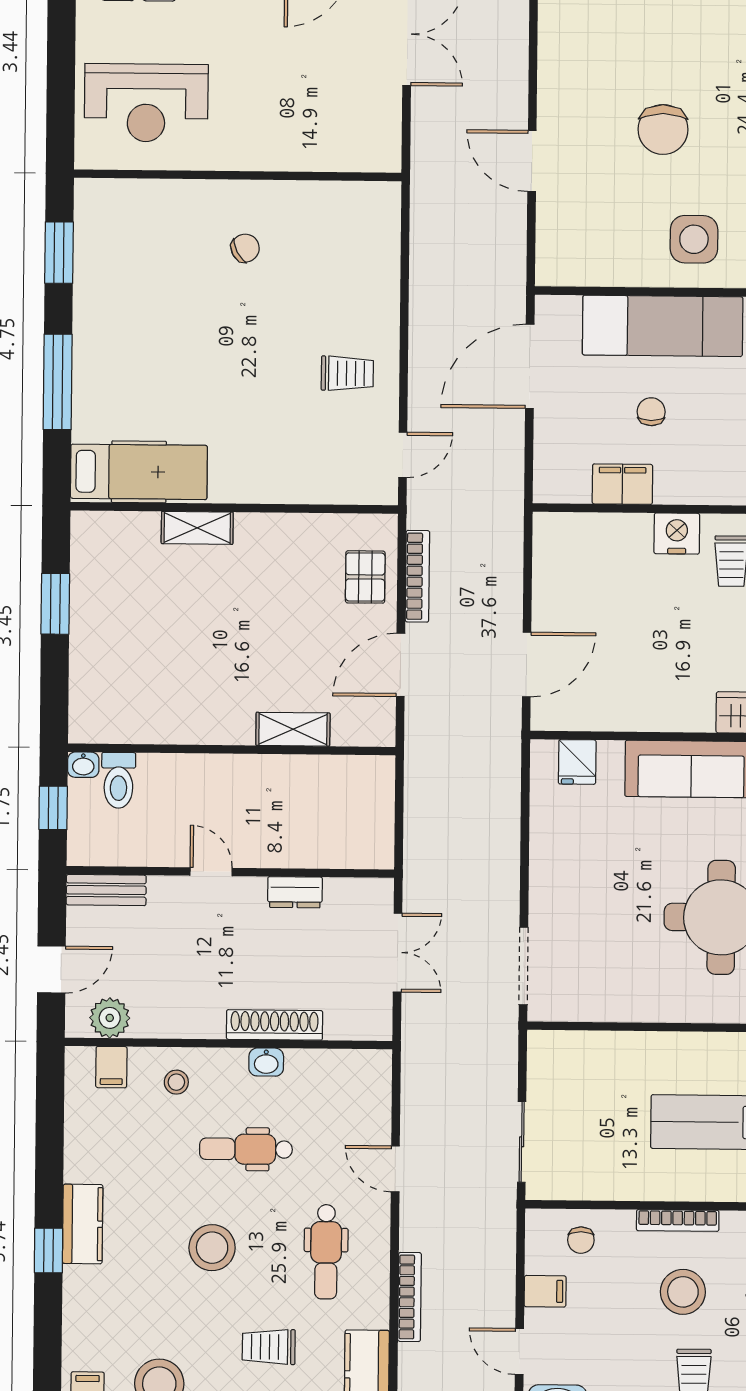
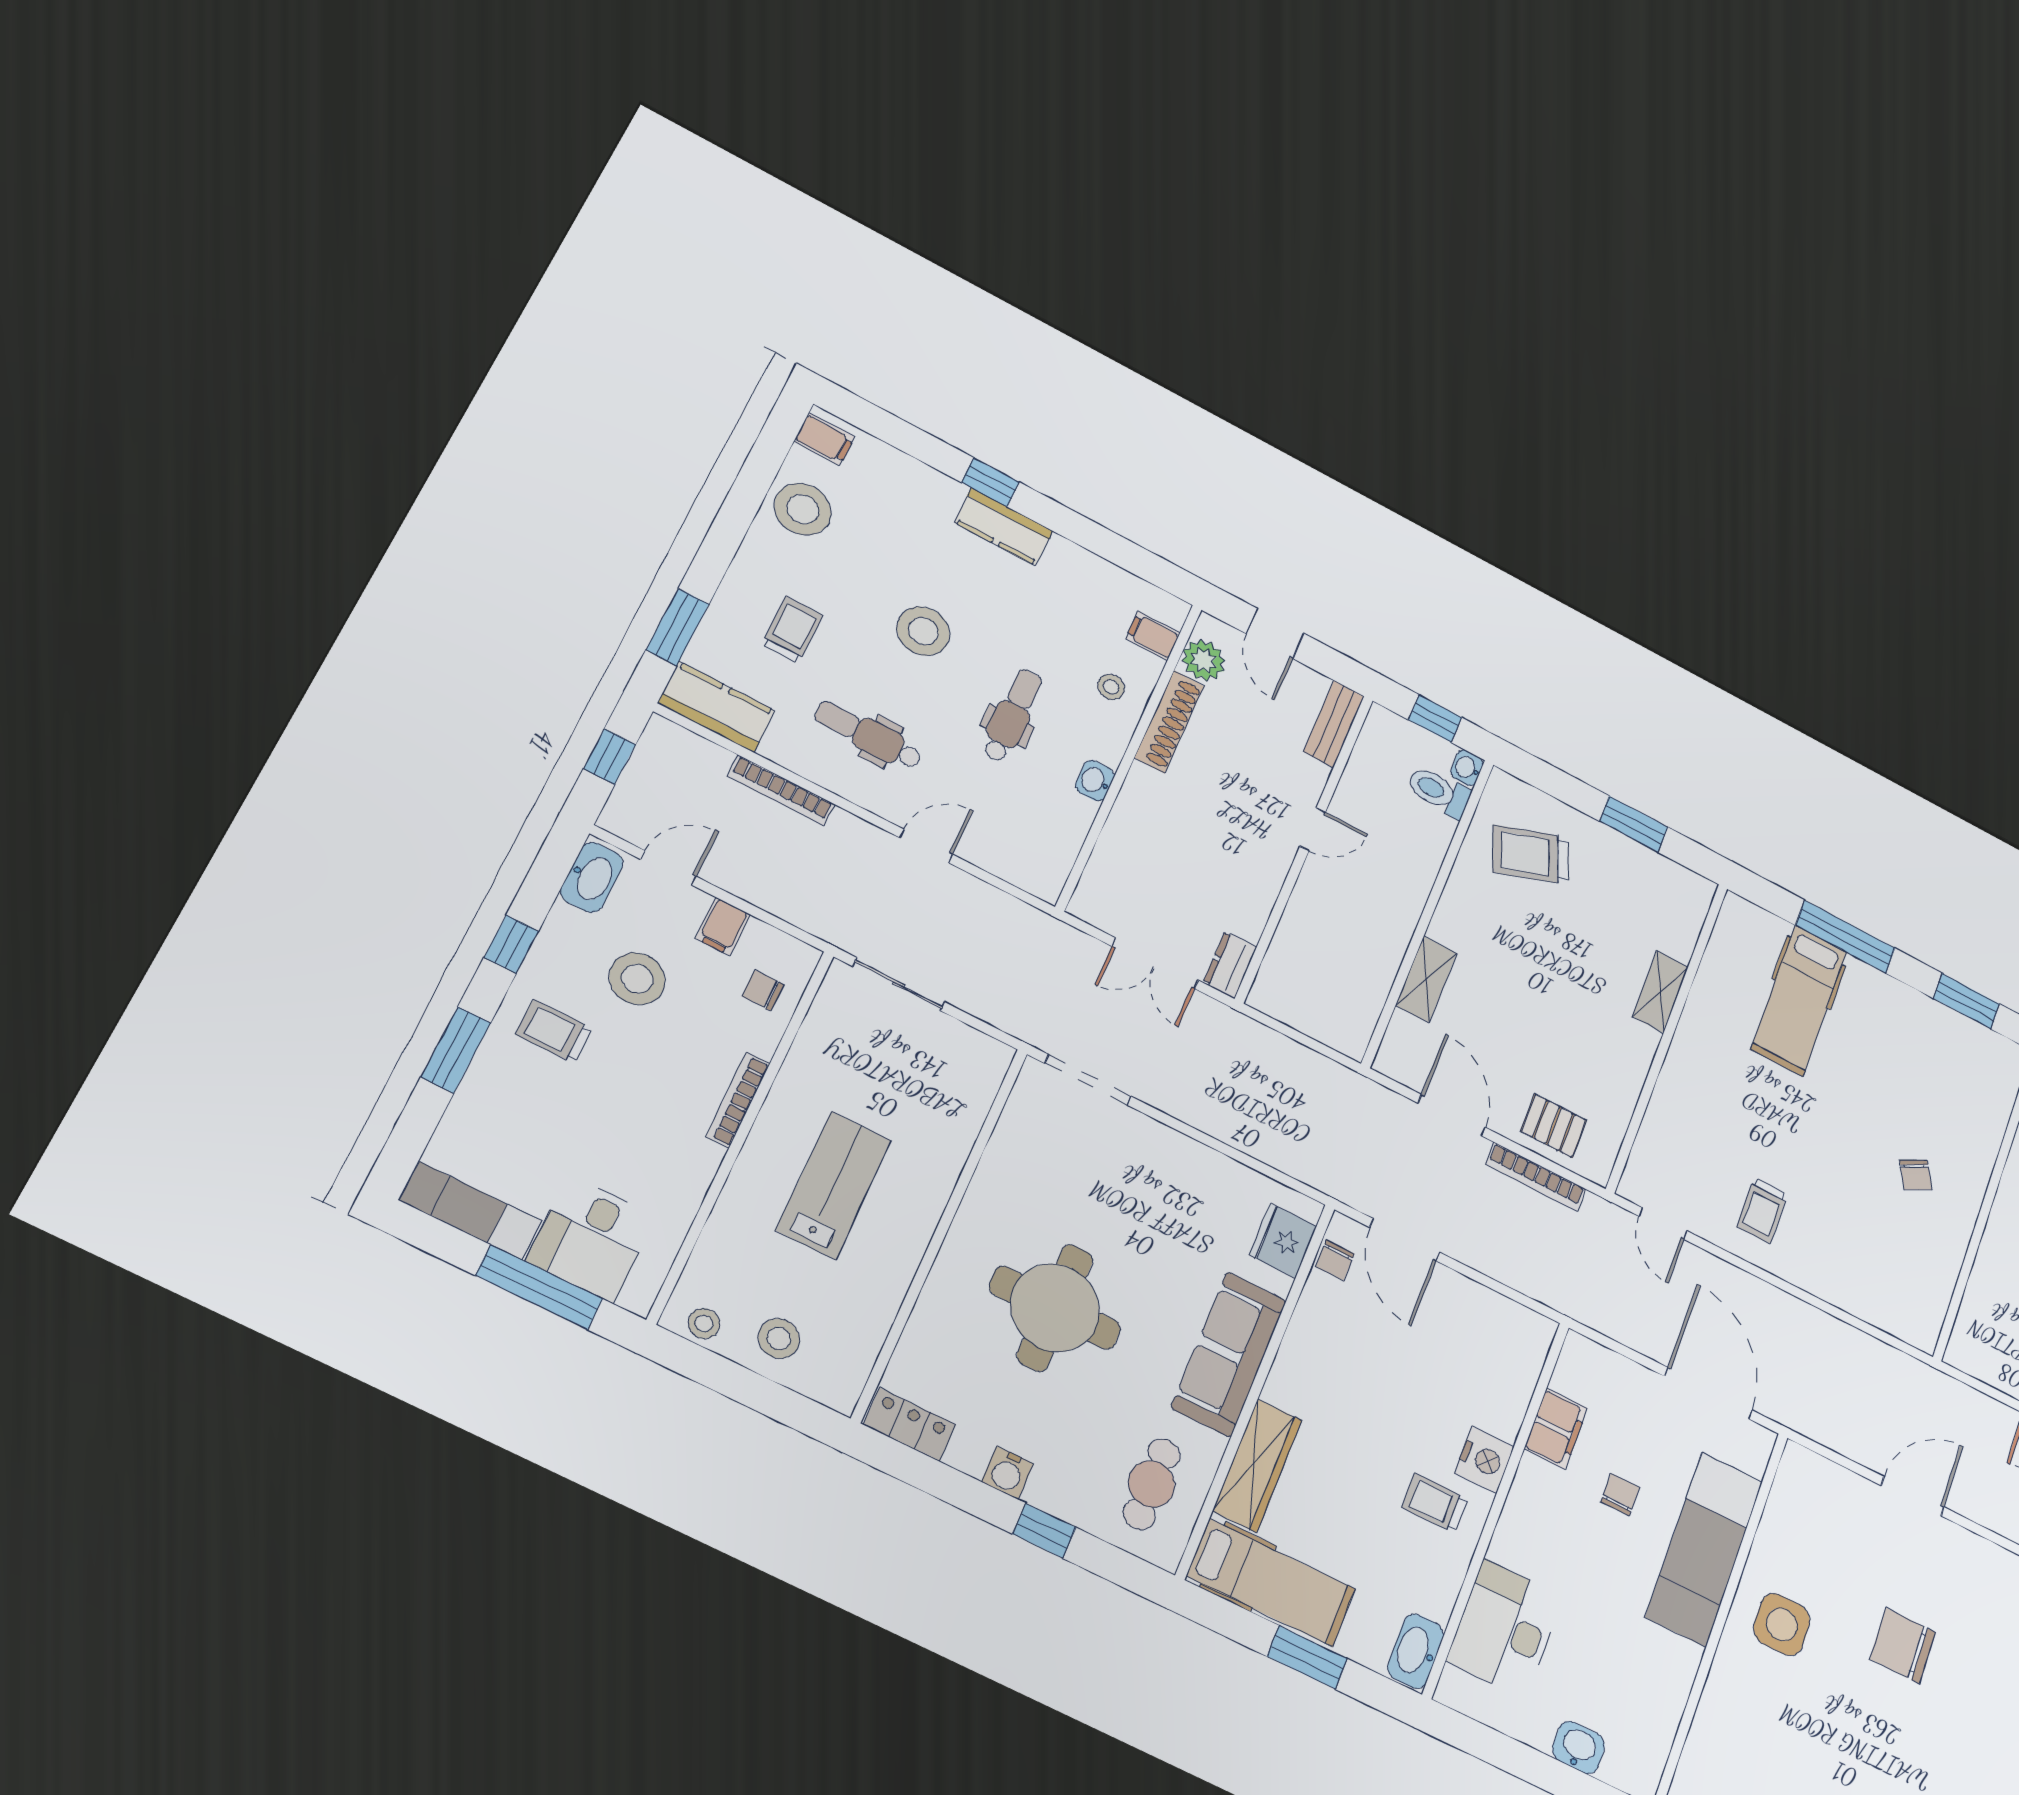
chair: (651, 412) -> (1620, 1494), turned -90
hospital bed: (139, 472) -> (1799, 1000), moved
trolley: (133, 682) -> (1530, 855), added
chair: (572, 714) -> (1335, 1260), added
fridge: (577, 762) -> (1283, 1241), width x1.38
dresser: (295, 892) -> (1230, 965), moved
shoe rack: (275, 1025) -> (1169, 722), moved
stool: (683, 1292) -> (637, 979), moved

